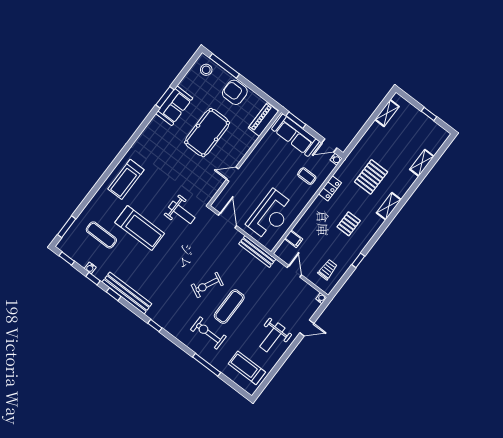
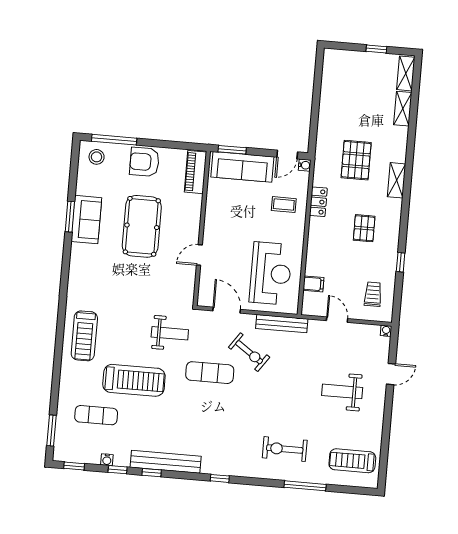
shelving: (387, 113) -> (406, 73), moved
exercise bike: (207, 285) -> (249, 352), moved, turned -81
exercise mat: (229, 307) -> (210, 373), moved, turned 90
weight bench: (272, 337) -> (342, 391), moved, turned 90

